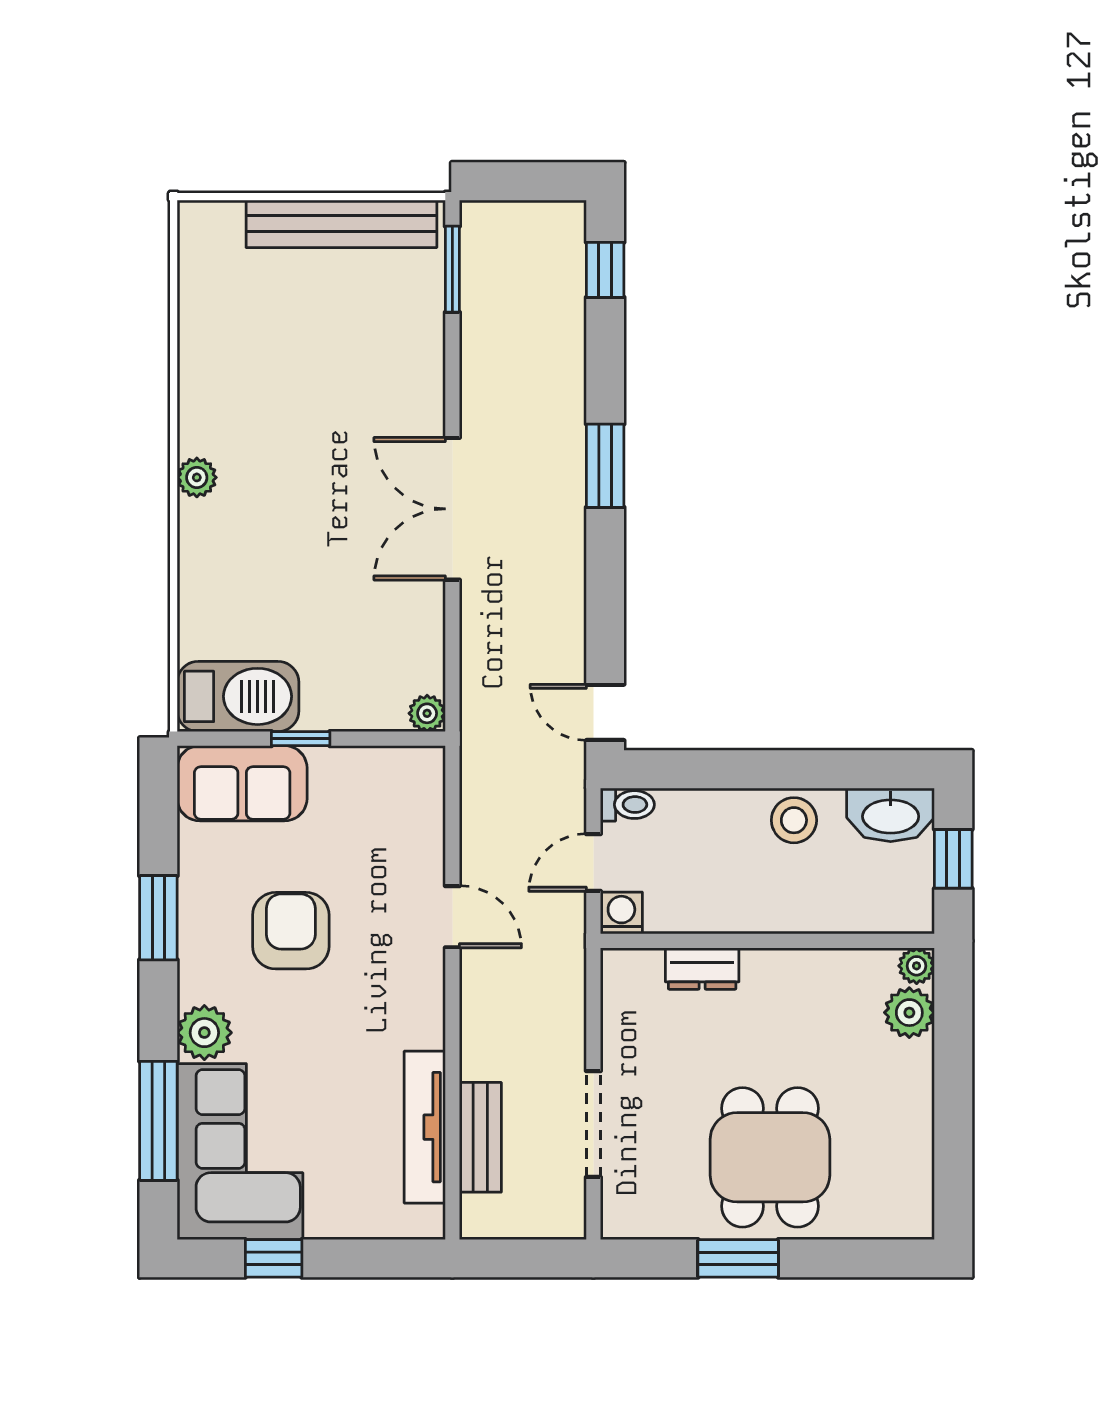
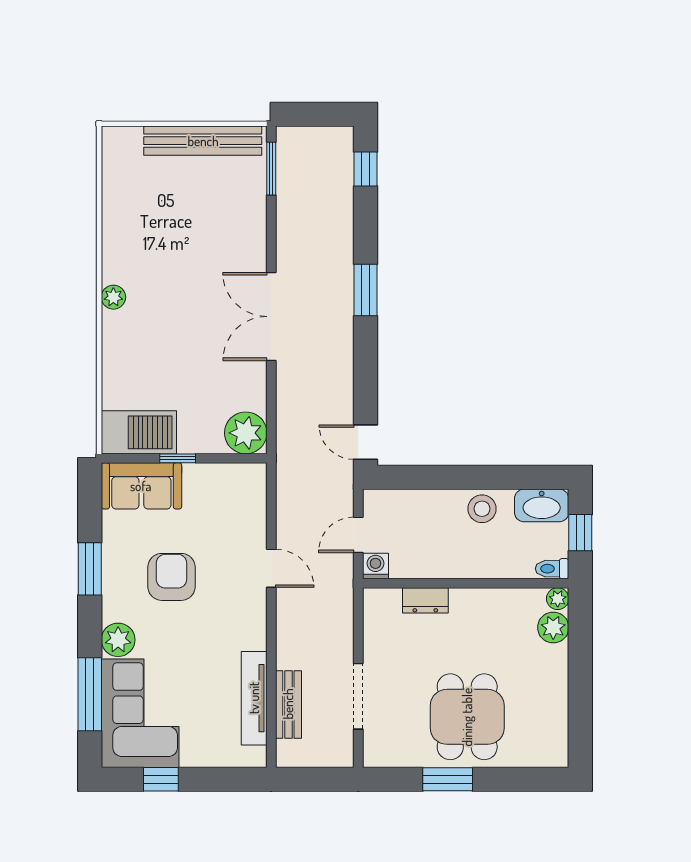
plant: (427, 713) -> (246, 433), width x1.88, depth x1.88
toilet: (627, 805) -> (552, 569), moved, turned 180

